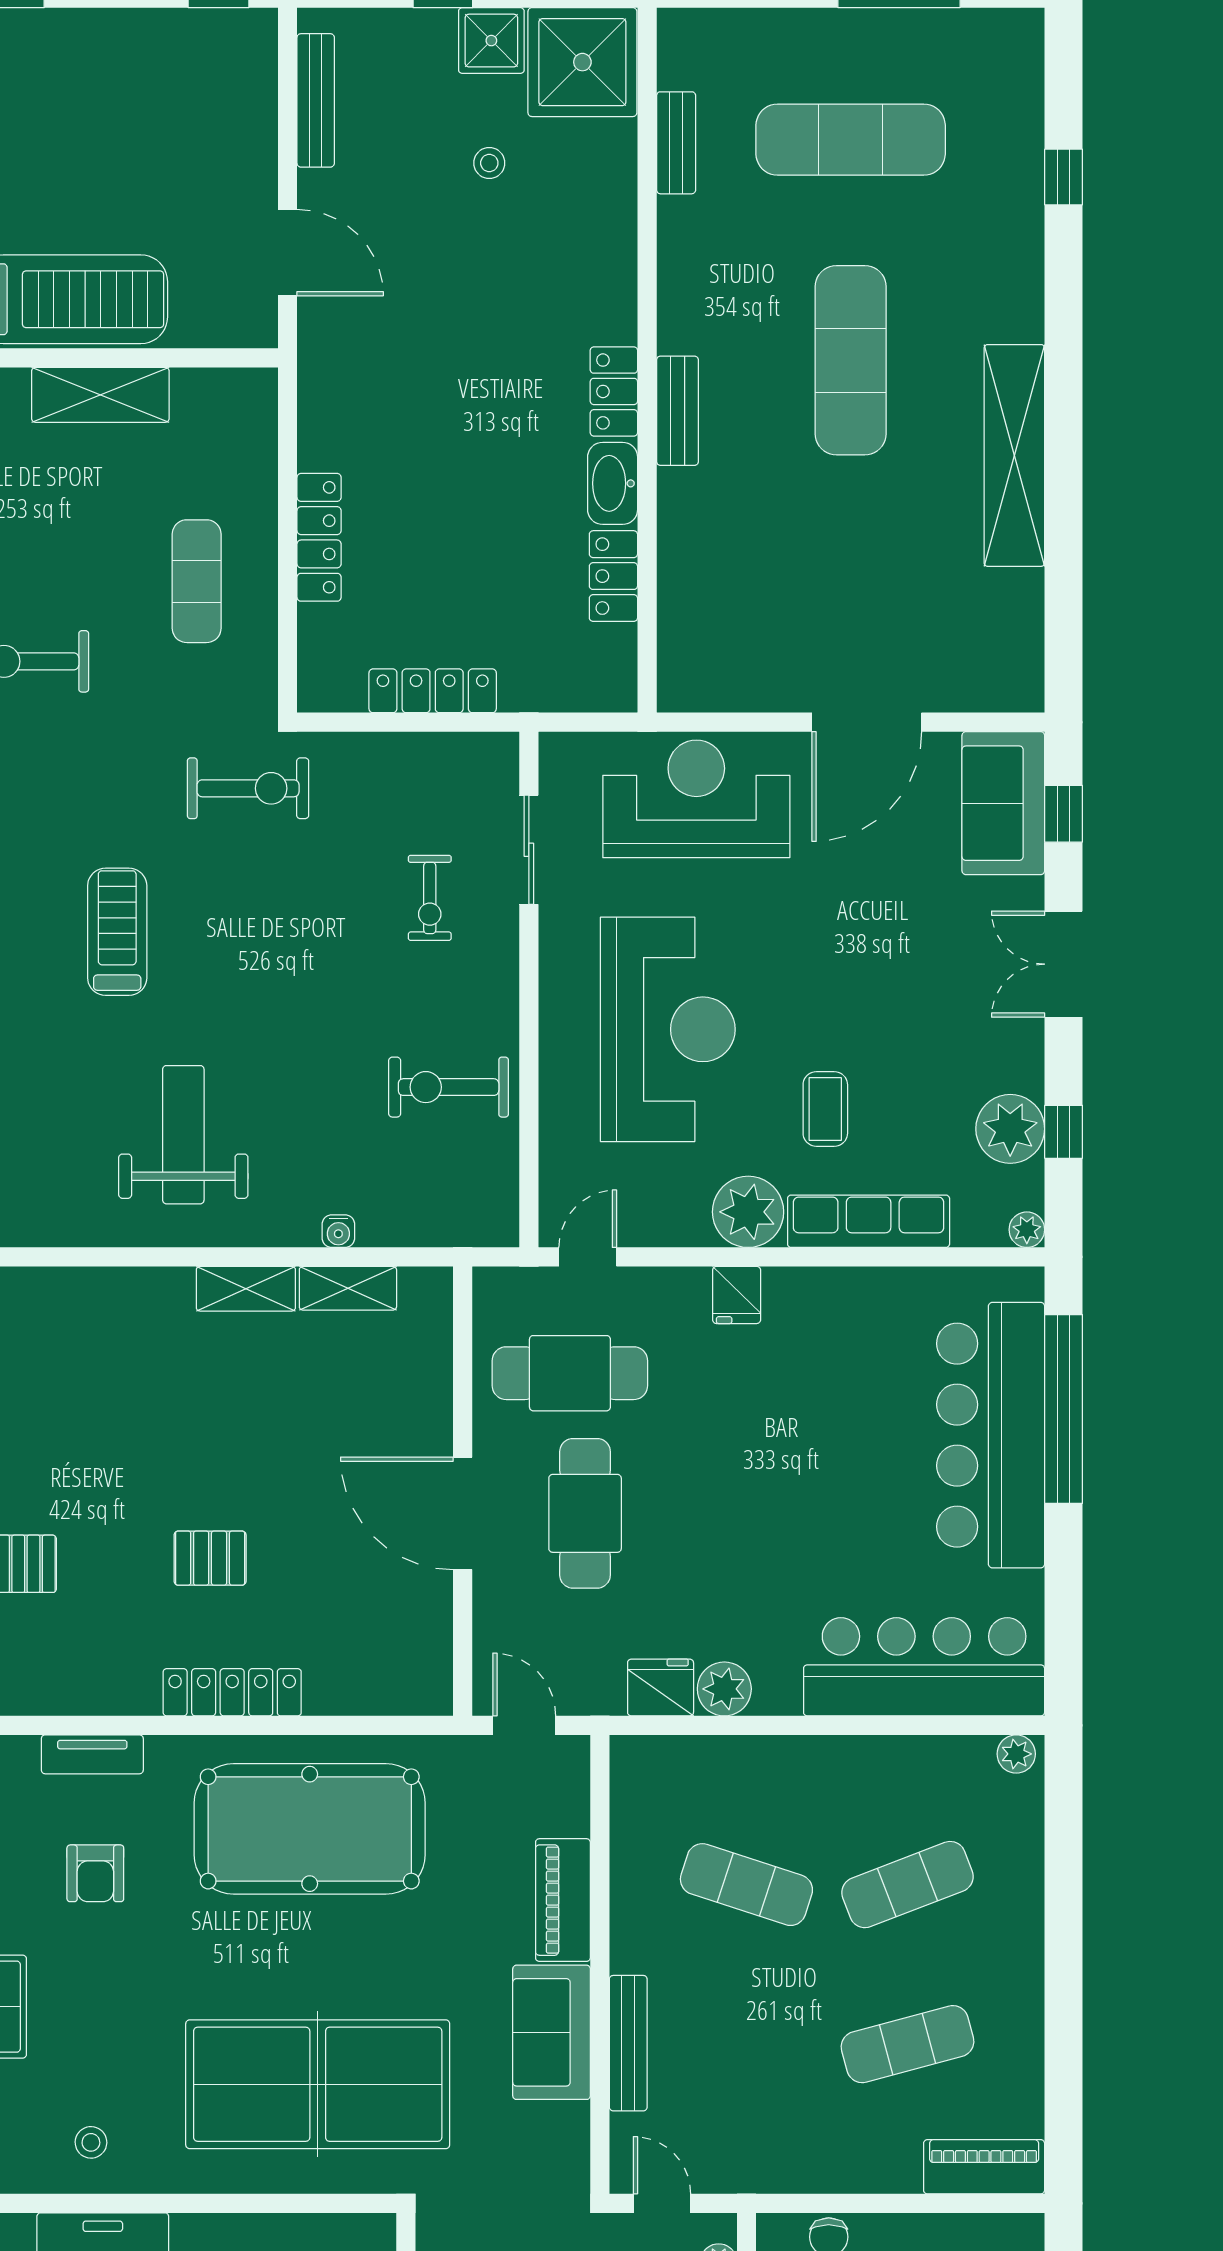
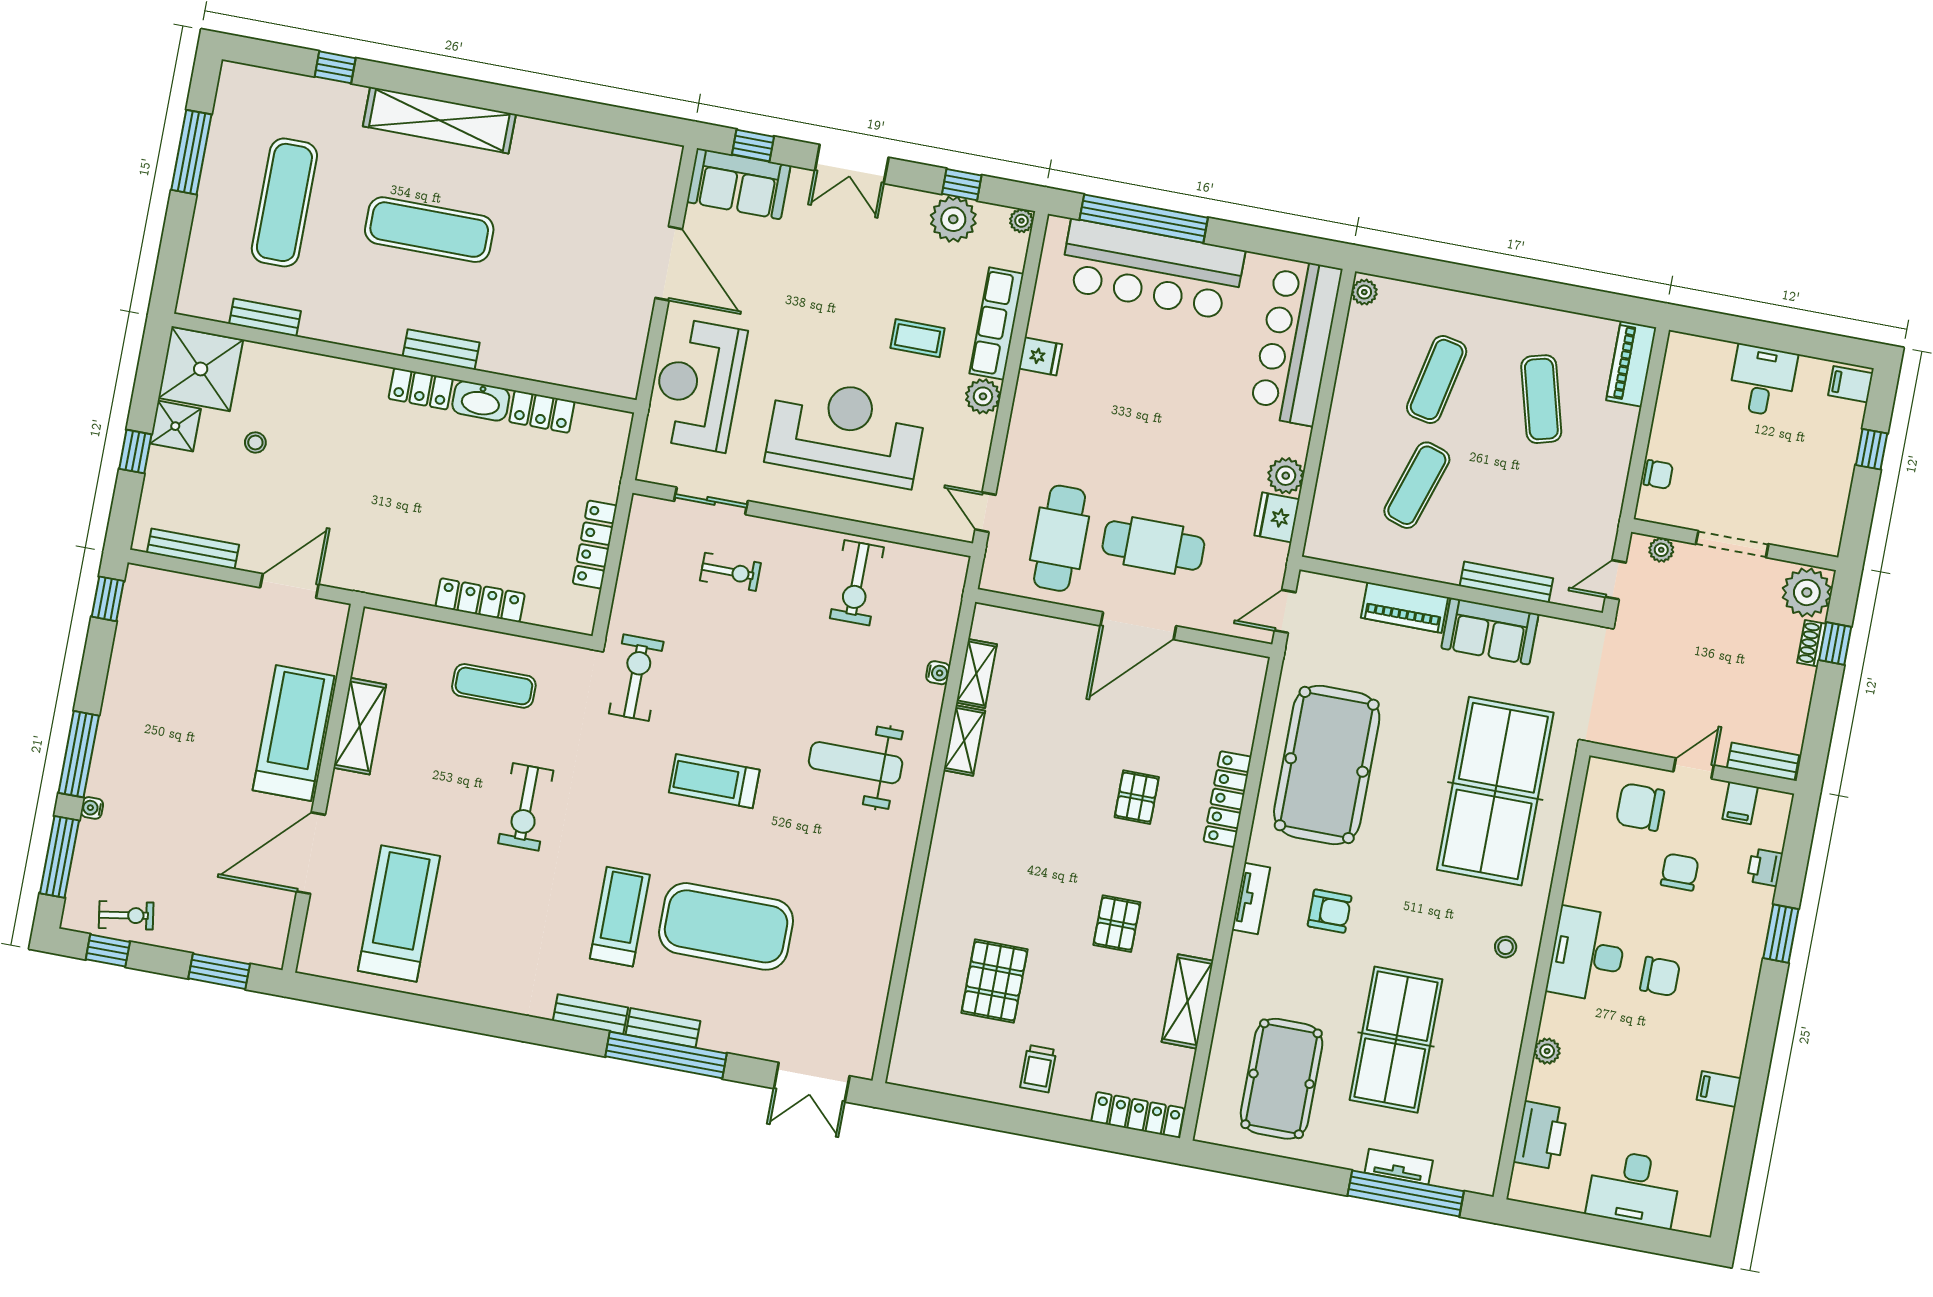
shelving: (1014, 455) -> (439, 120), moved
plant: (748, 1212) -> (983, 396), width x0.73, depth x0.73
fridge: (737, 1295) -> (1040, 356), moved
exercise mat: (908, 1885) -> (1437, 379), turned 33

